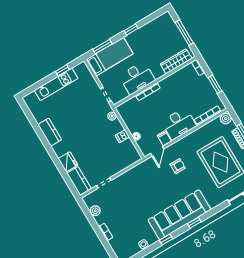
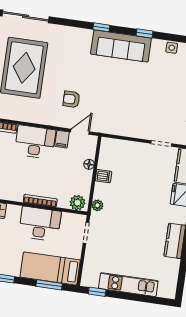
window: (62, 70) -> (97, 292), moved
plant: (125, 108) -> (77, 203), added
sofa: (179, 215) -> (121, 46), width x0.74, depth x0.79

